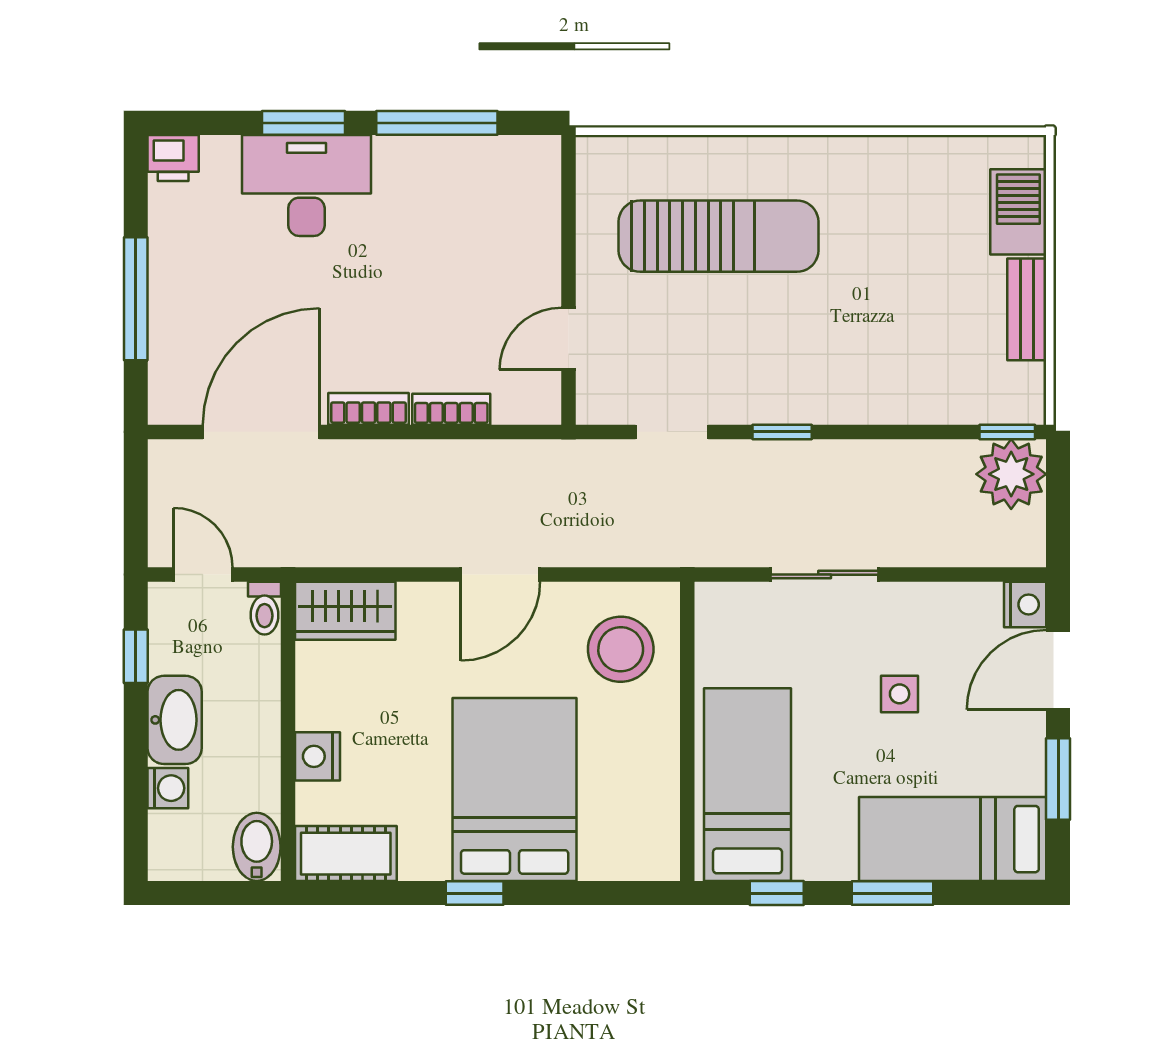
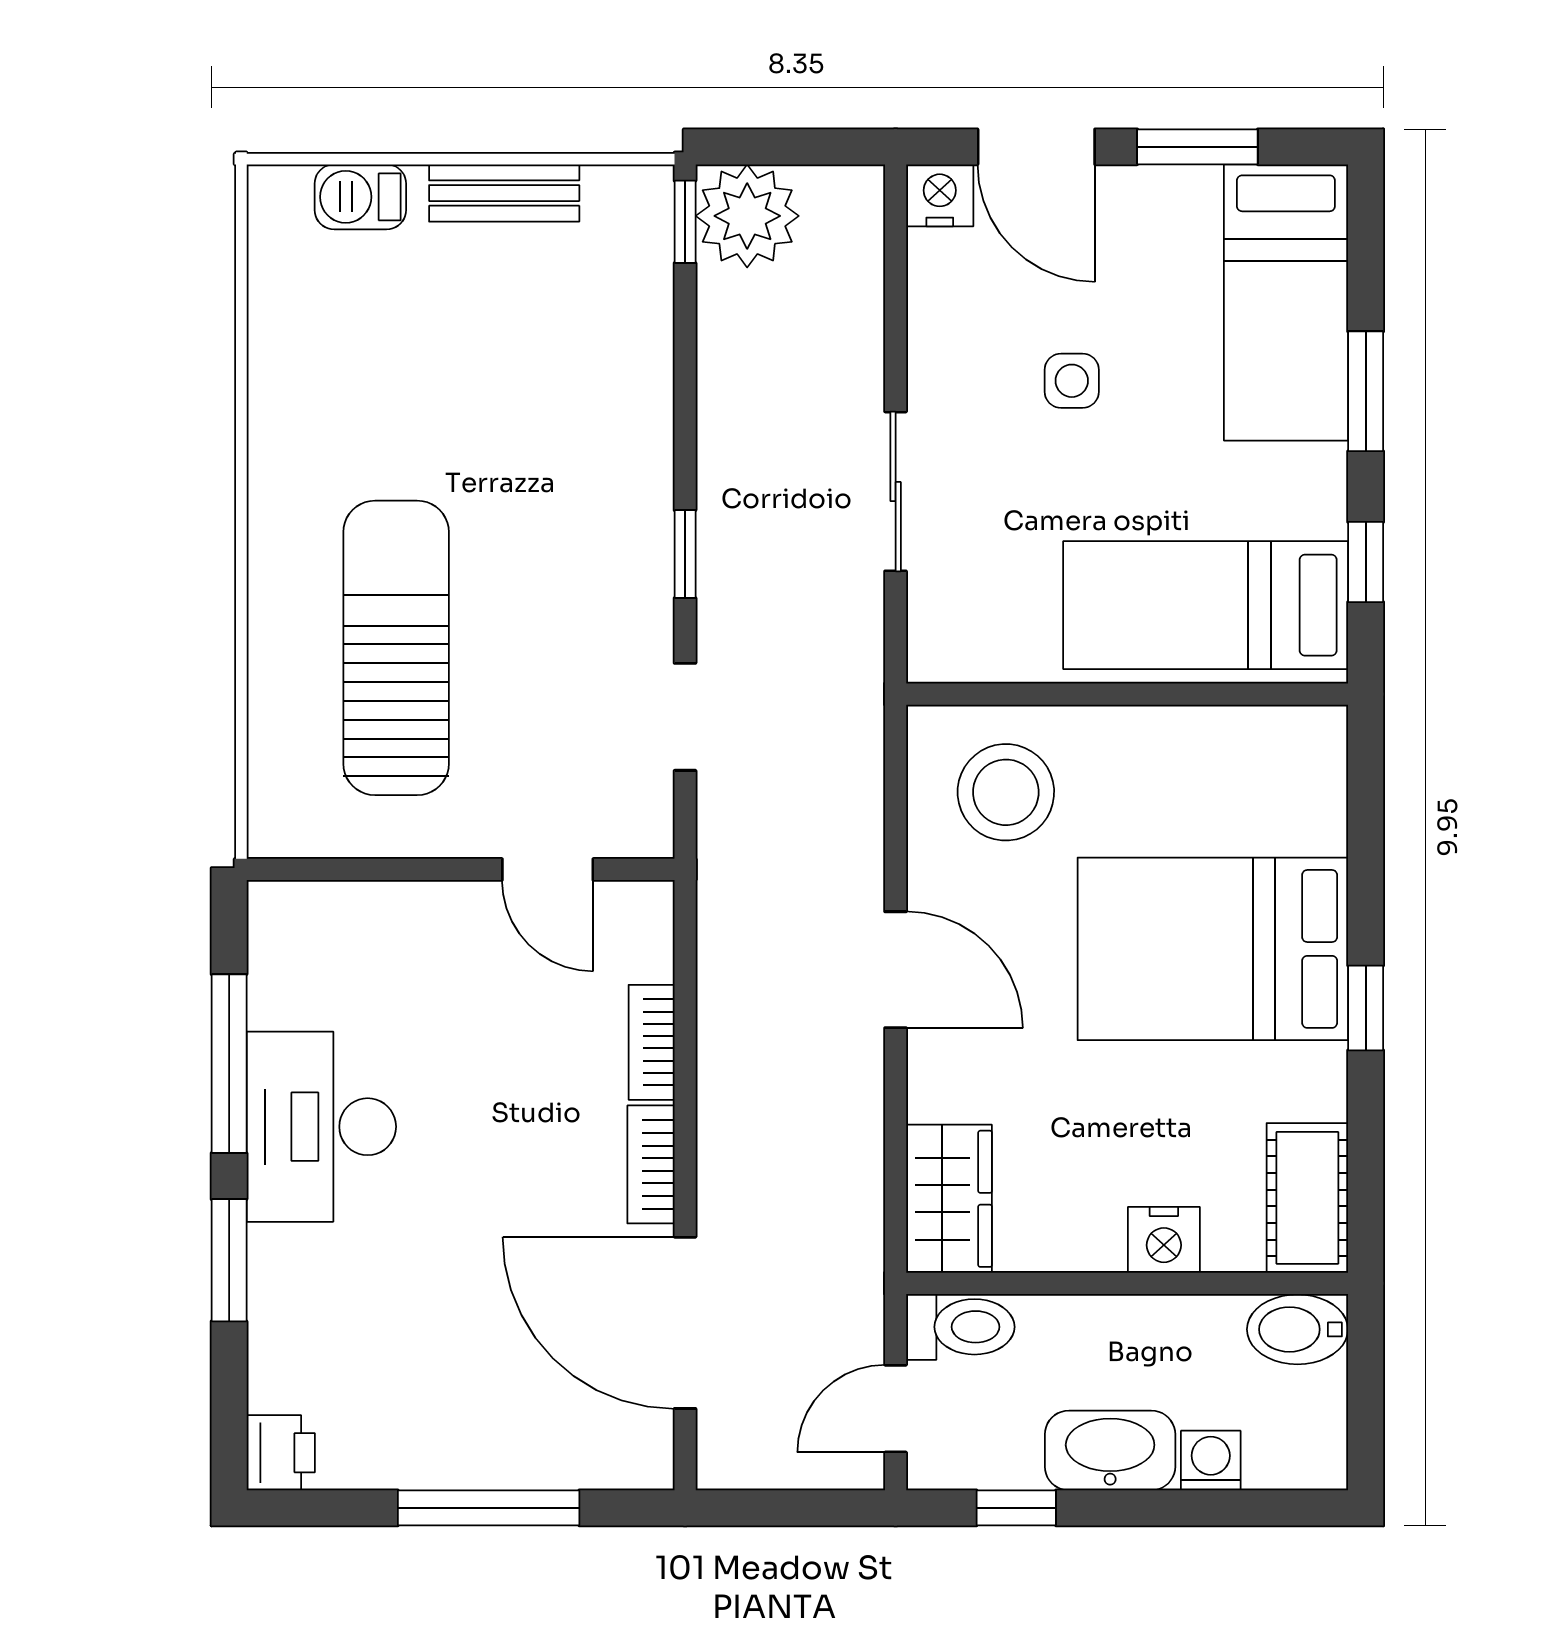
desk: (306, 185) -> (321, 1127), moved
barbecue: (1018, 212) -> (360, 197), width x0.73, depth x0.79
toilet: (264, 608) -> (960, 1327), width x1.37, depth x1.39

